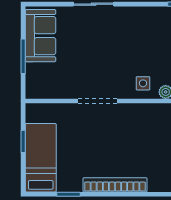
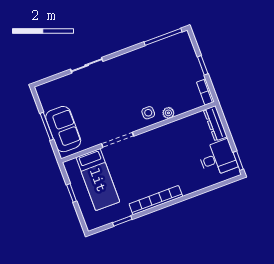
sofa: (40, 36) -> (63, 129), moved
bed: (41, 158) -> (98, 180), moved, turned 180

